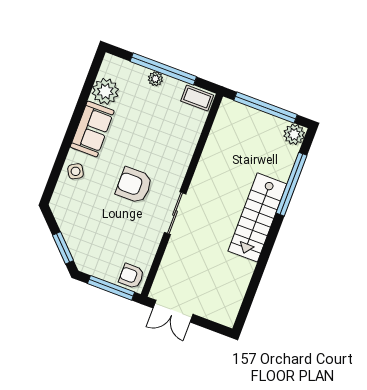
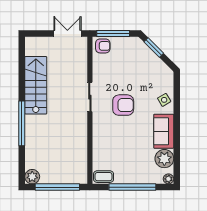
plant: (155, 79) -> (168, 179), moved
window: (292, 184) -> (22, 123), moved
stairs: (257, 217) -> (36, 85), moved

